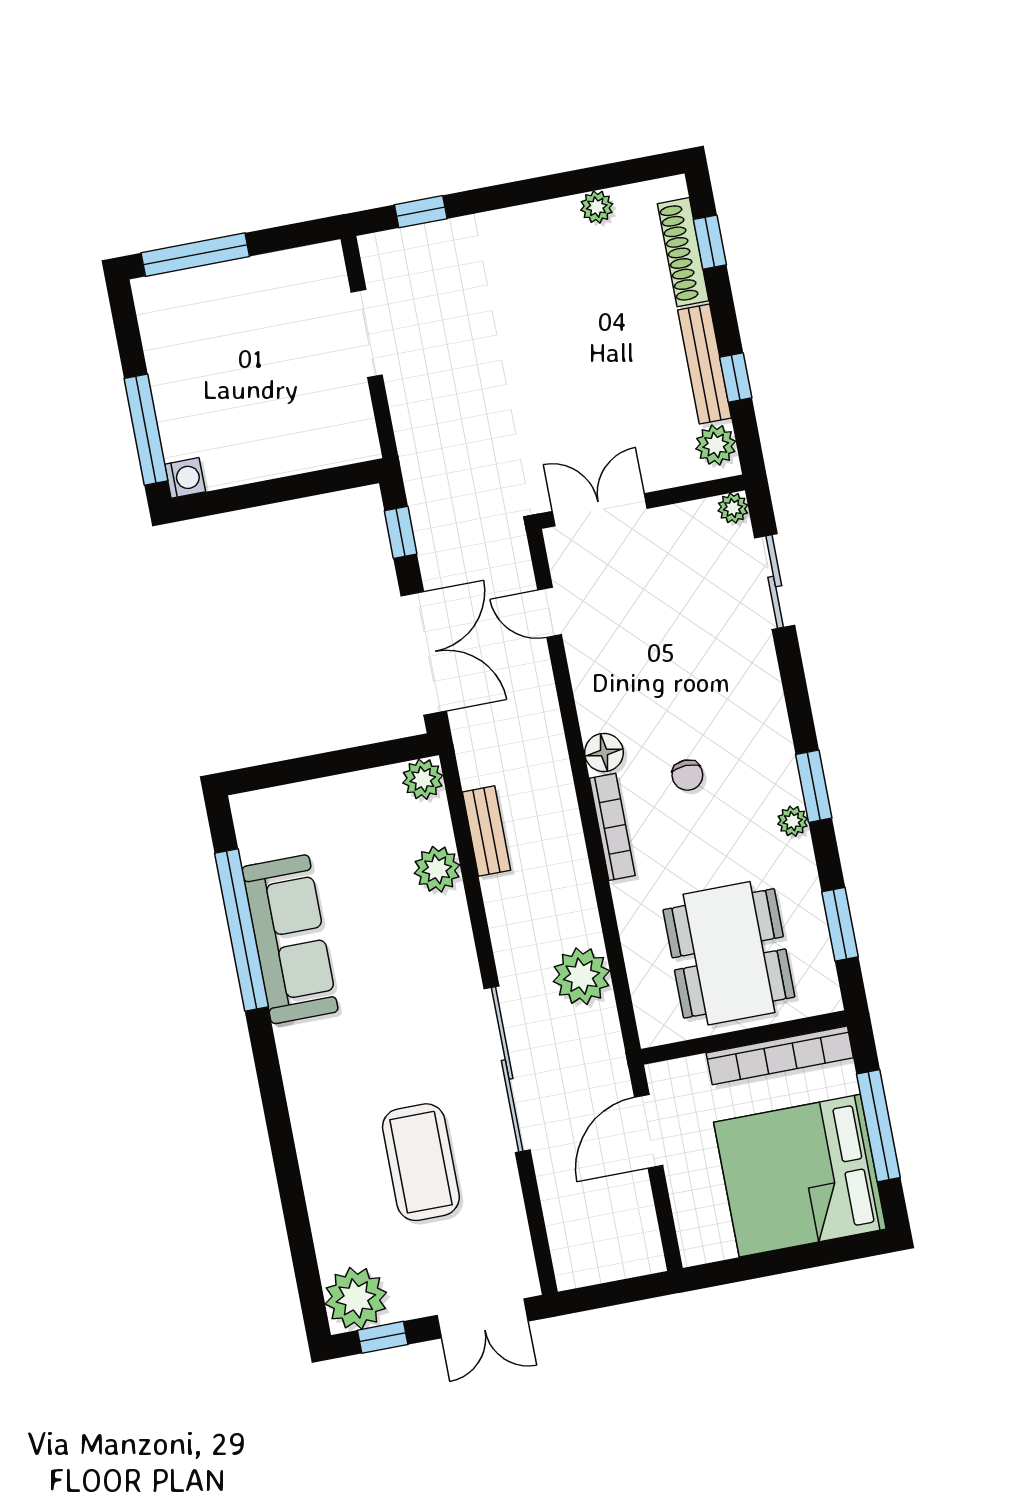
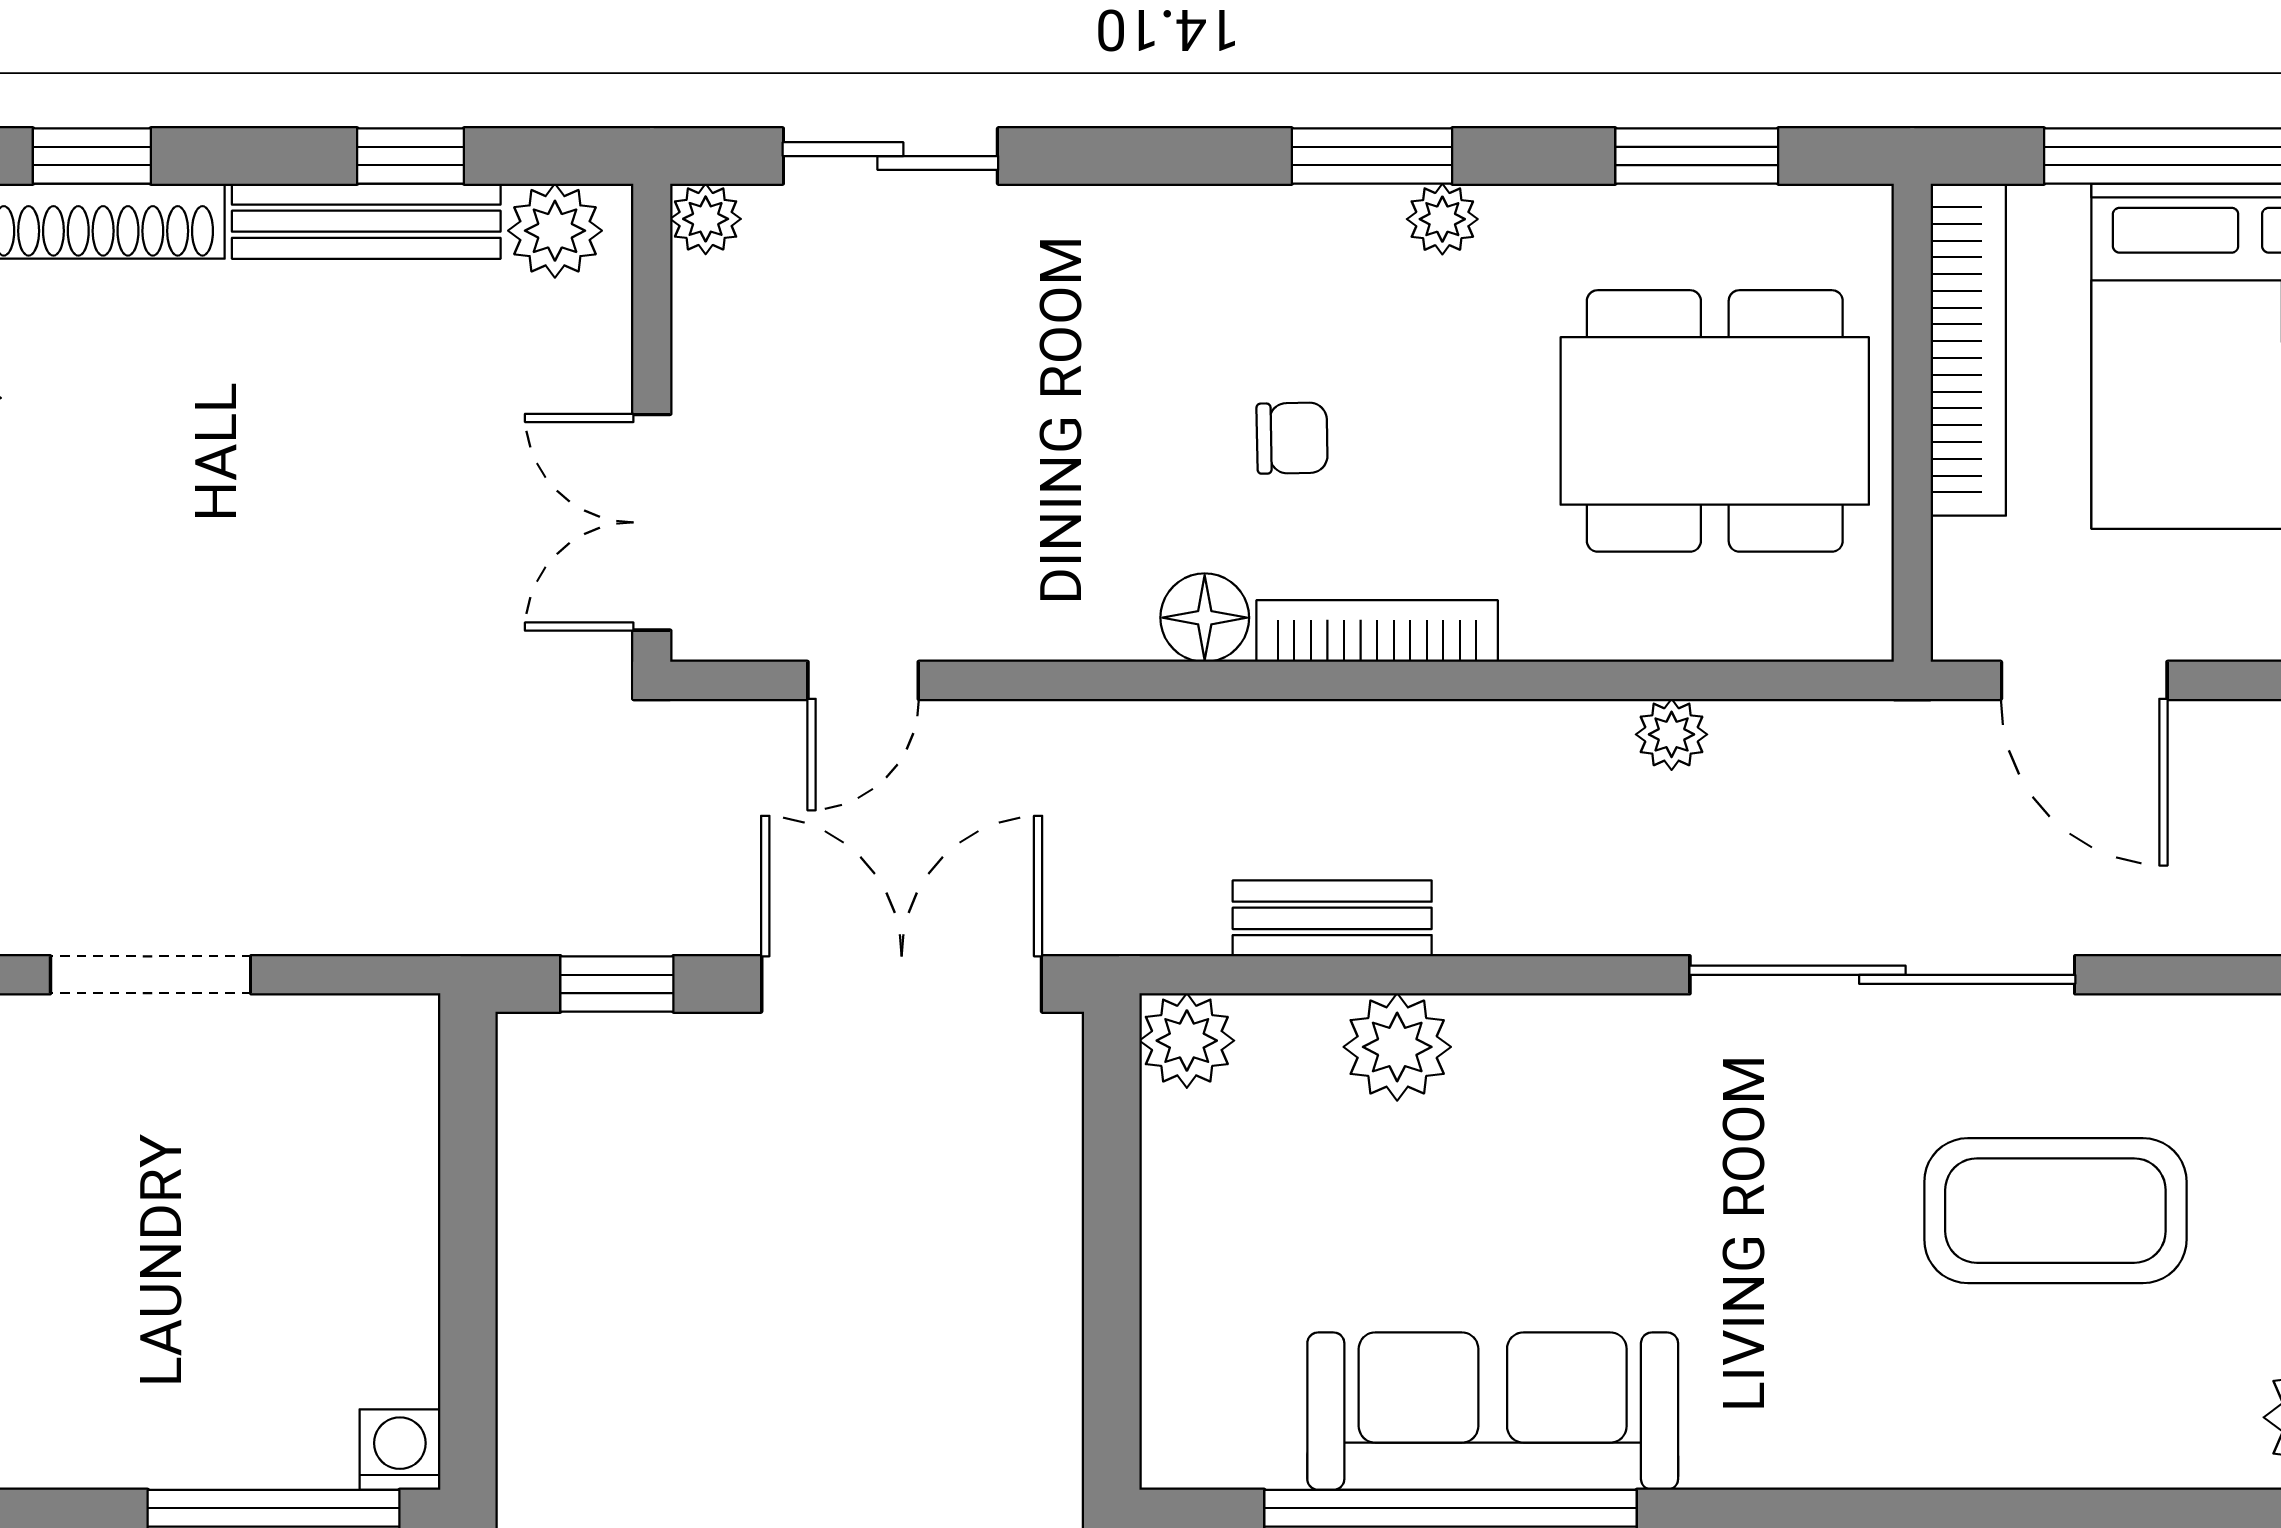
plant: (581, 976) -> (1672, 734), width x0.53, depth x0.53

